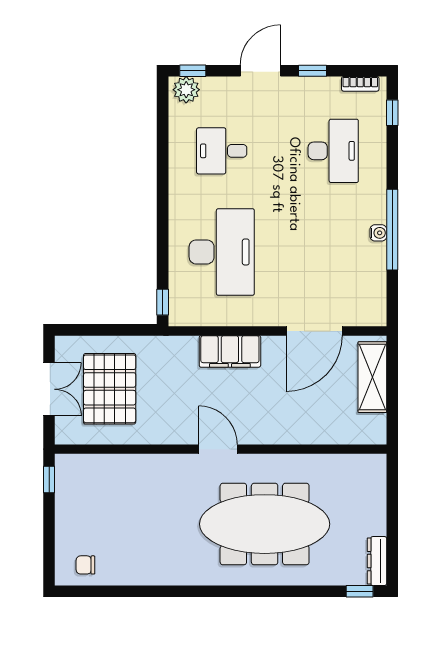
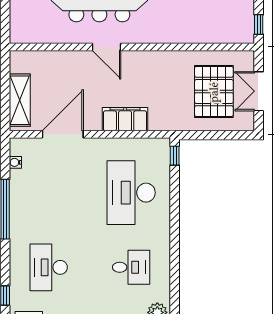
water cooler: (378, 233) -> (15, 162), moved
door: (218, 449) -> (107, 47), moved

